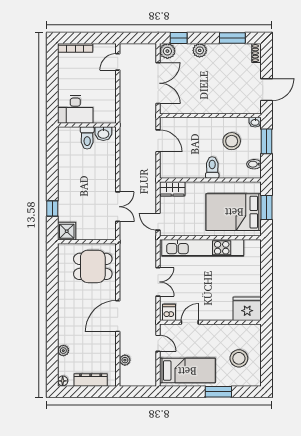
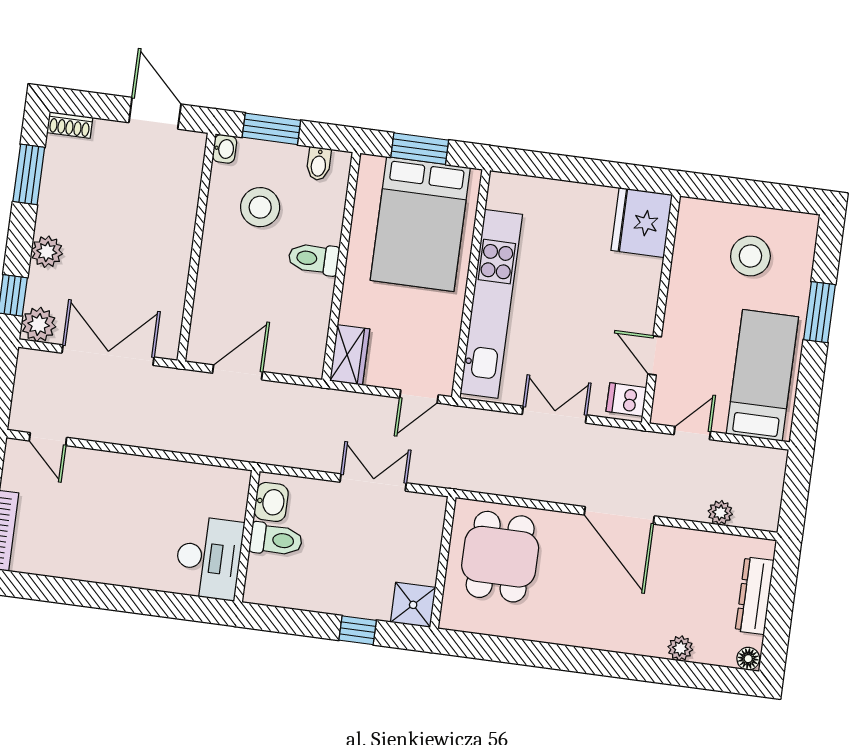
desk: (75, 110) -> (209, 558), moved
wall: (87, 125) -> (247, 536), moved
washbasin: (103, 134) -> (271, 502), moved
toilet: (87, 138) -> (276, 540), moved

